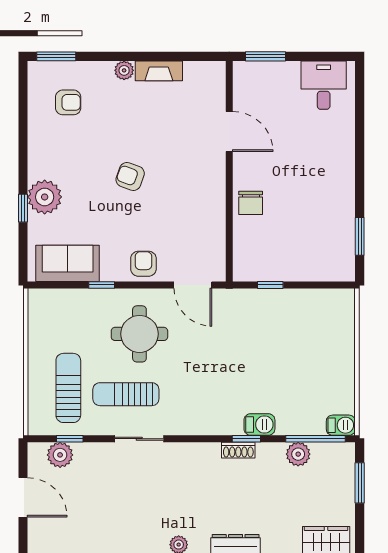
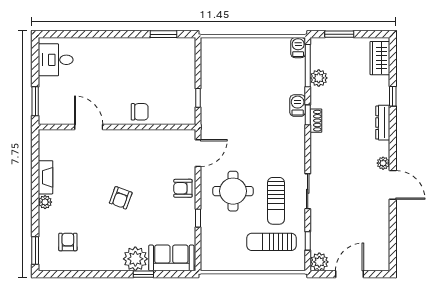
door: (229, 131) -> (89, 127), hinge flipped
sofa: (68, 263) -> (171, 258), moved, turned 90
plant: (60, 455) -> (319, 262), moved

